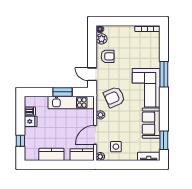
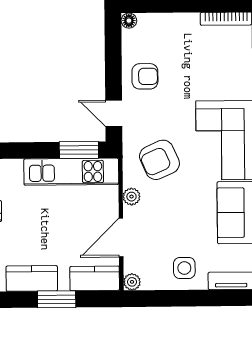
plant: (102, 39) -> (132, 41), removed
window: (63, 92) -> (79, 150), moved
side table: (116, 147) -> (184, 268), moved
window: (63, 165) -> (57, 299), added

